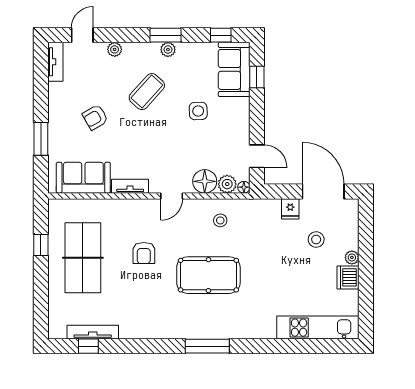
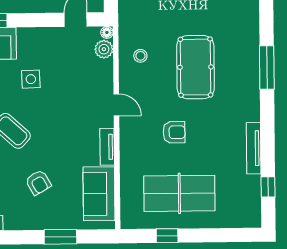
floor lamp: (205, 181) -> (101, 72), removed
tv unit: (93, 332) -> (254, 148), moved

